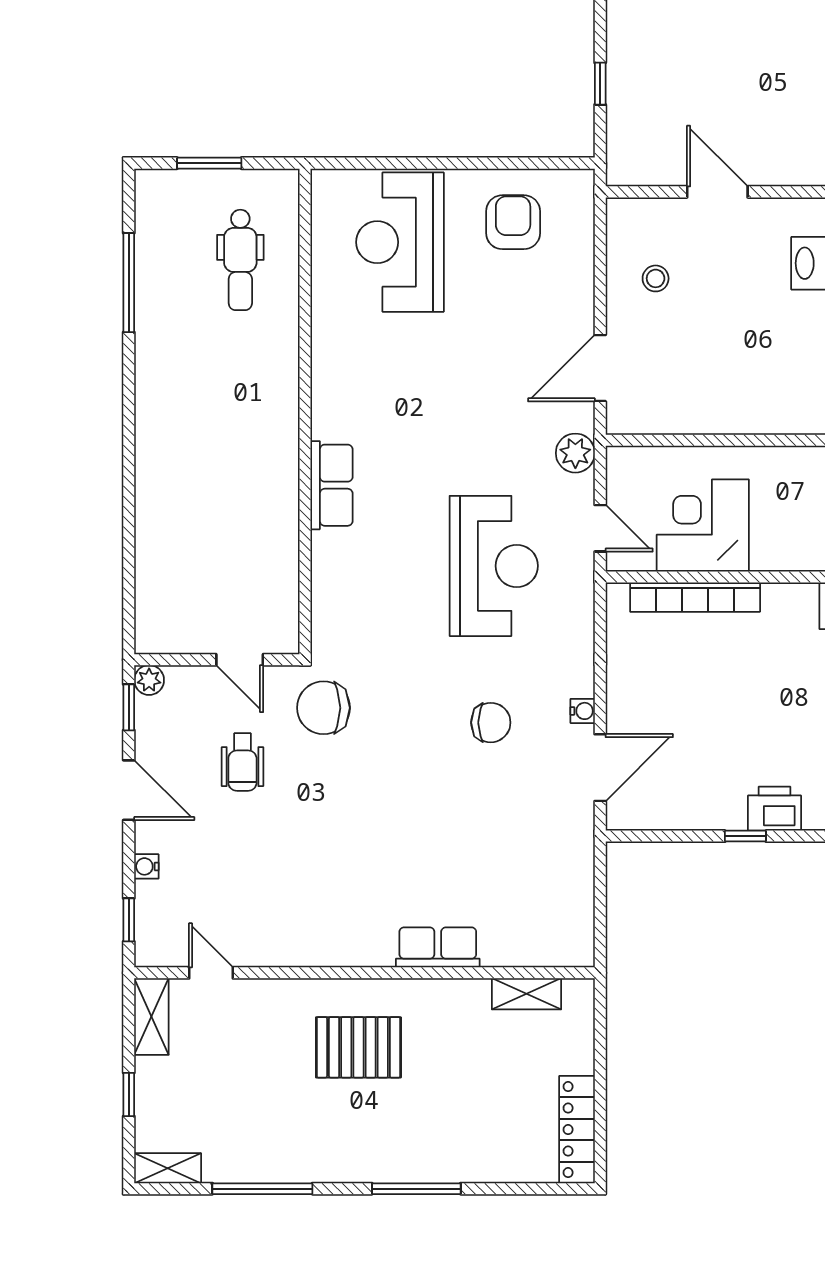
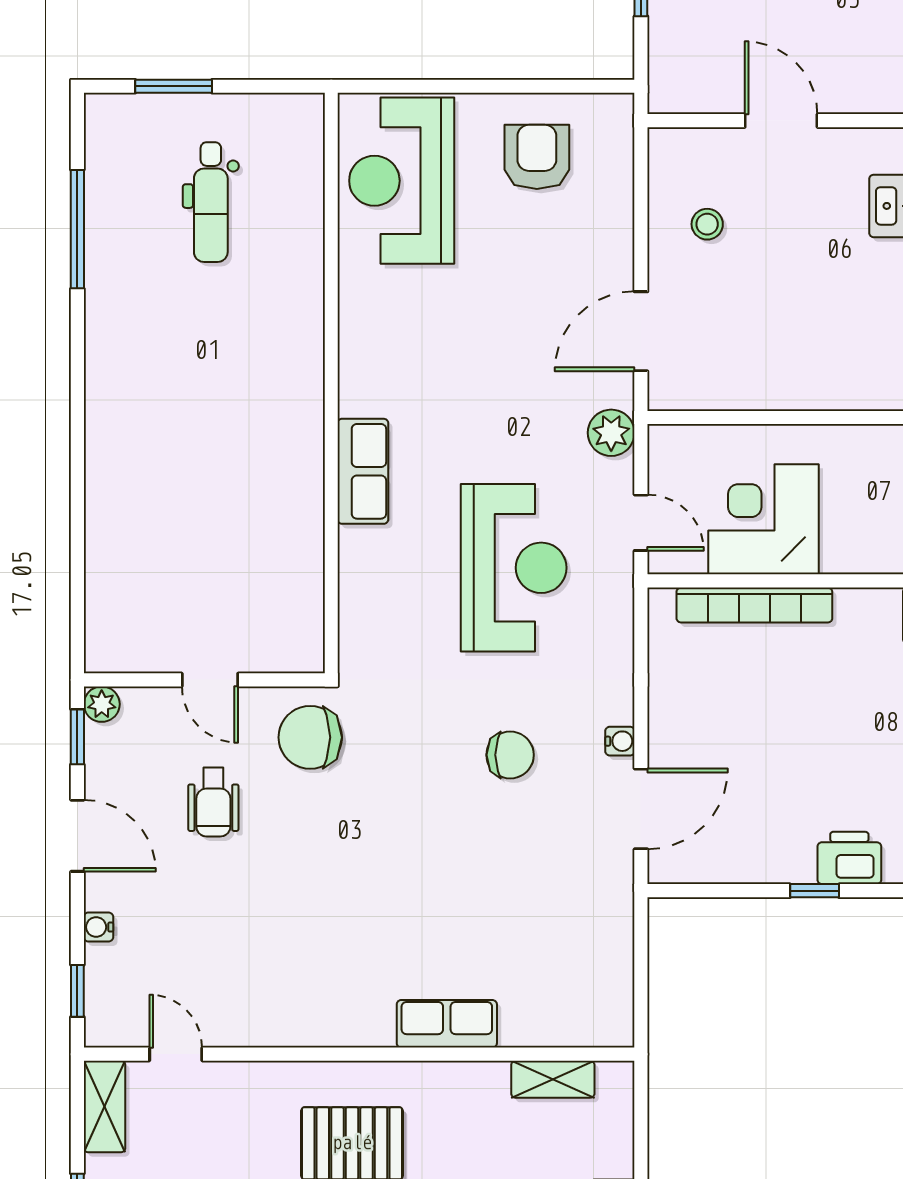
wall: (305, 411) -> (331, 383), moved
row of seats: (332, 485) -> (363, 471), moved

